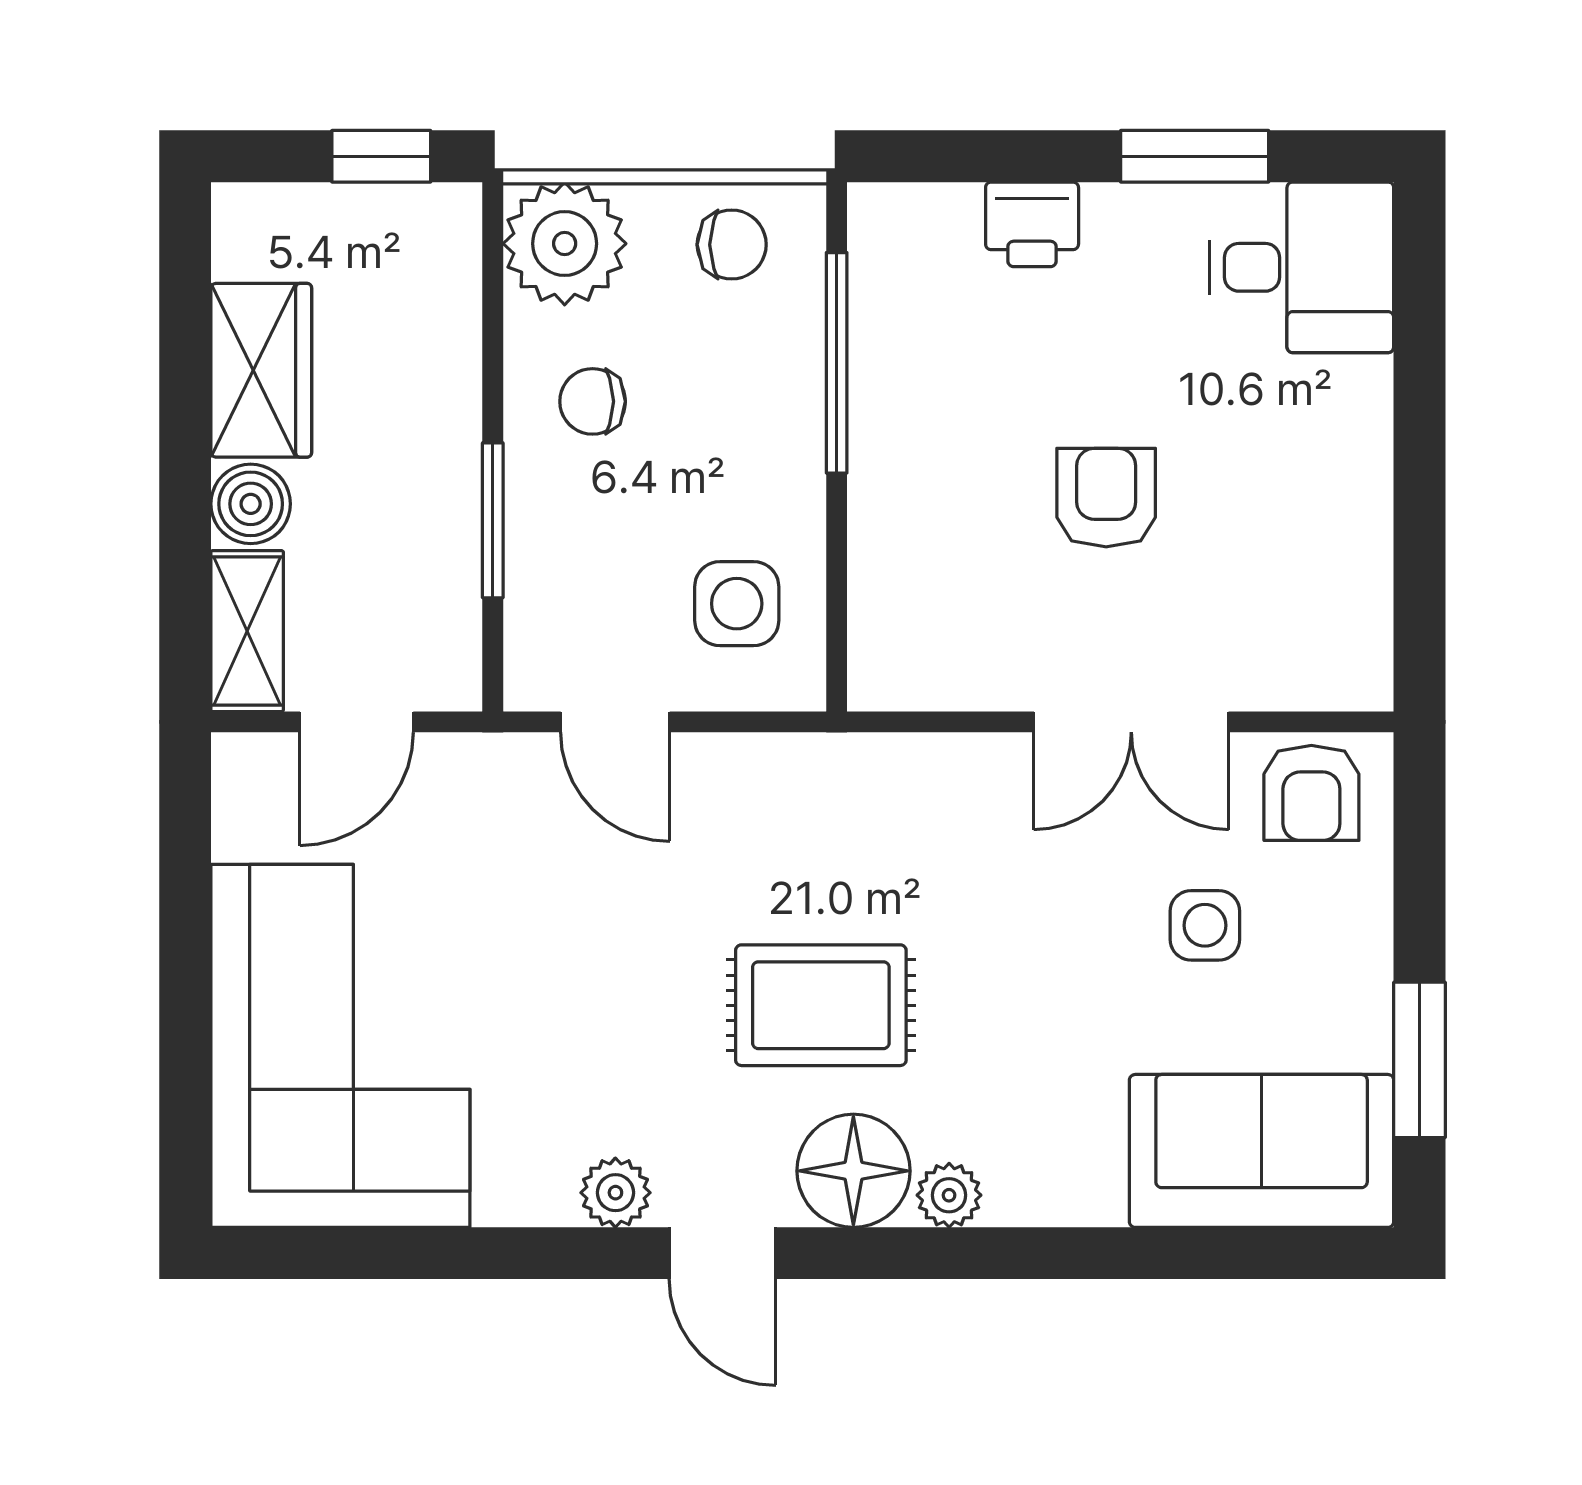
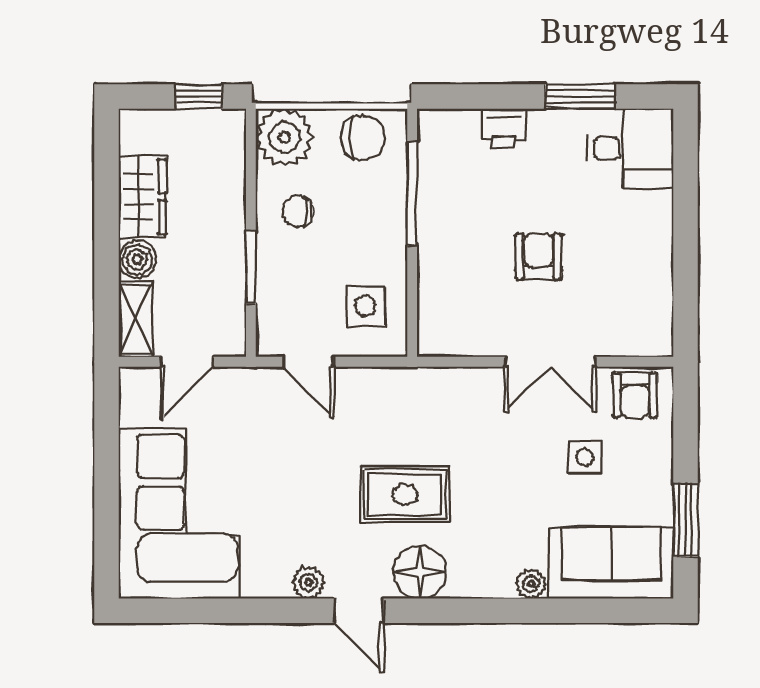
chair: (732, 245) -> (363, 138), width x1.37, depth x1.37
plant: (949, 1195) -> (531, 584), moved

